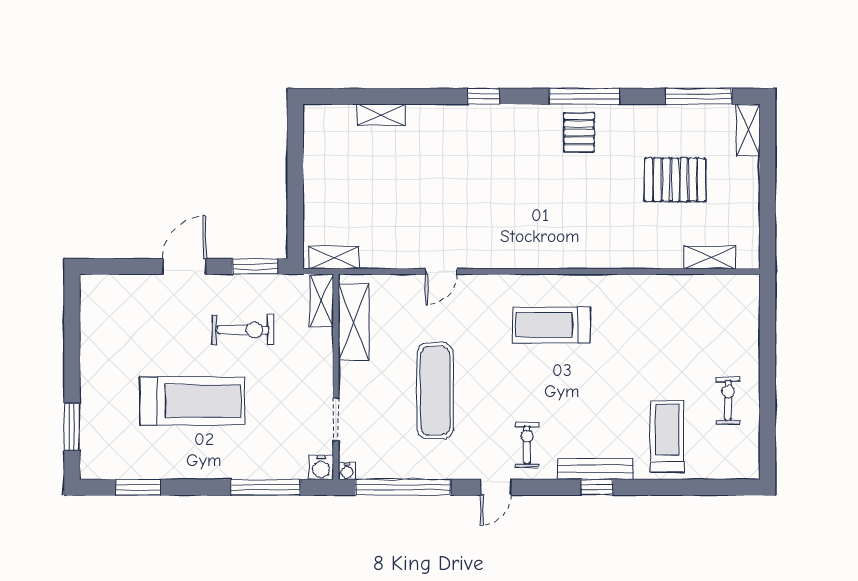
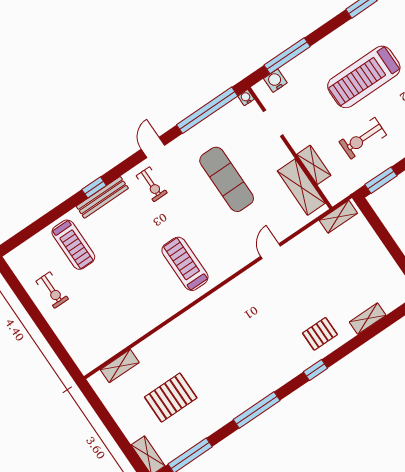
pallet: (579, 132) -> (320, 334), moved, turned 90
shelving: (322, 301) -> (314, 165), moved
treadmill: (552, 325) -> (185, 264), turned -90
water cooler: (321, 467) -> (275, 81), moved

